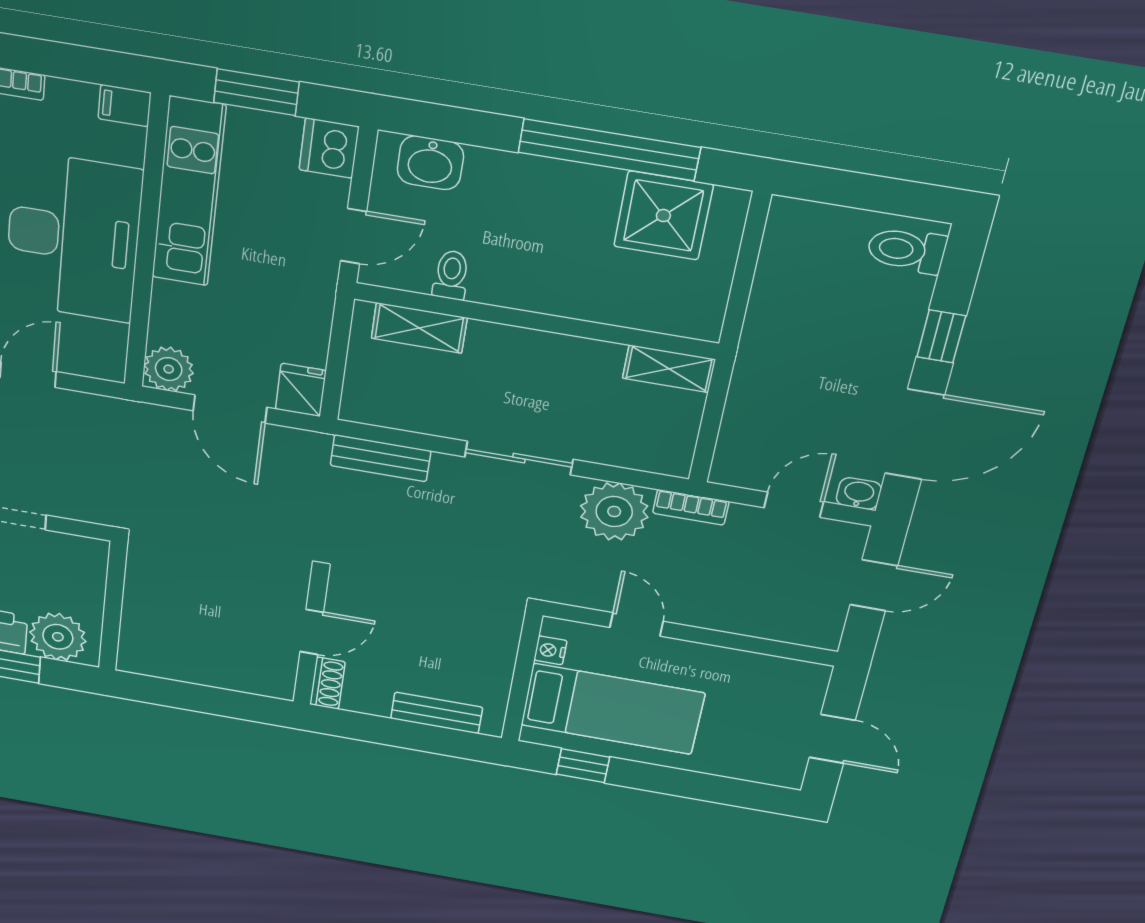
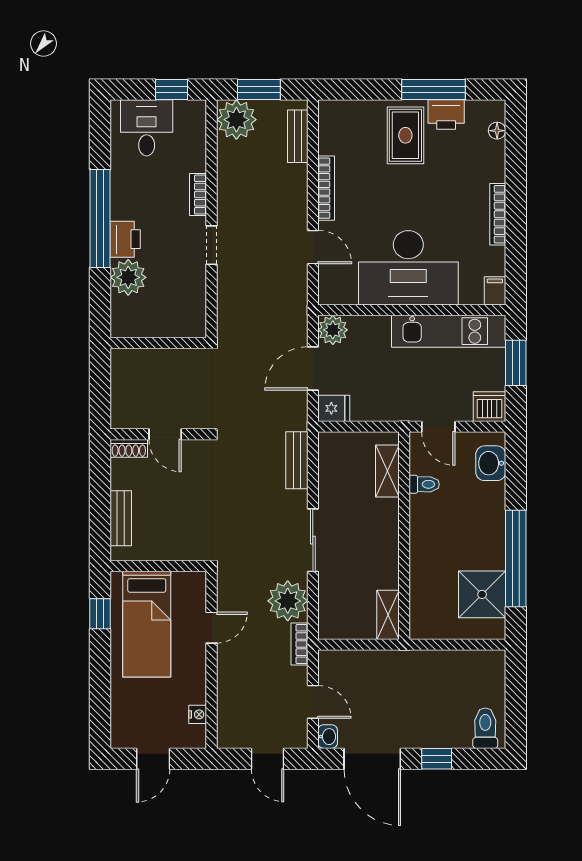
wall: (113, 606) -> (158, 343), moved
nightstand: (550, 650) -> (198, 714), moved, turned 90

